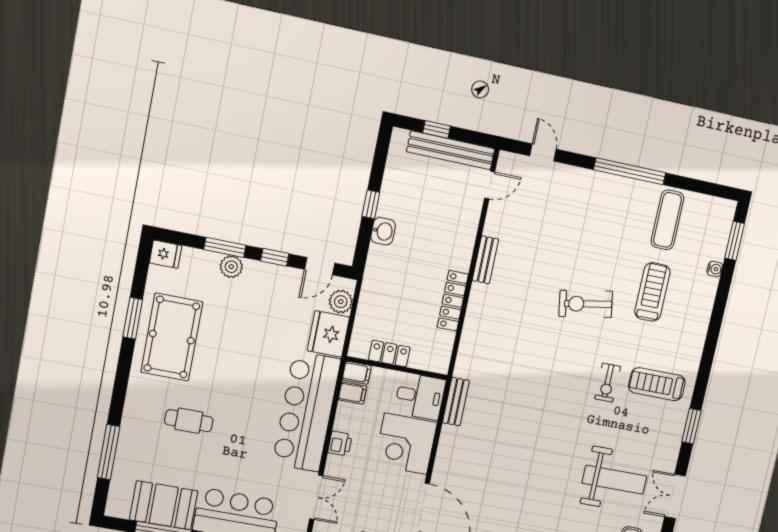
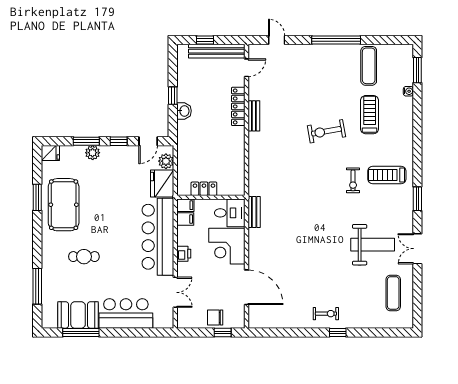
locker: (453, 301) -> (238, 106), moved

